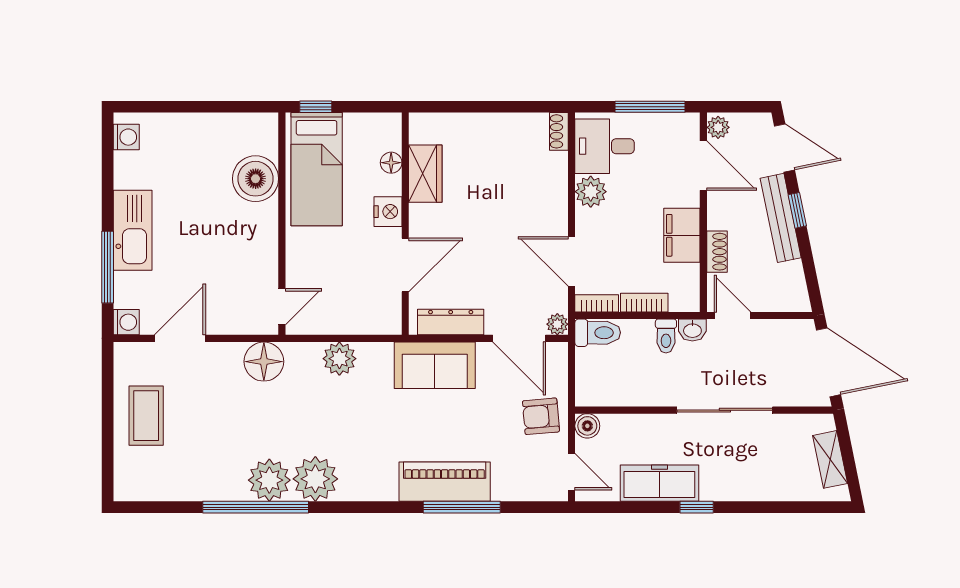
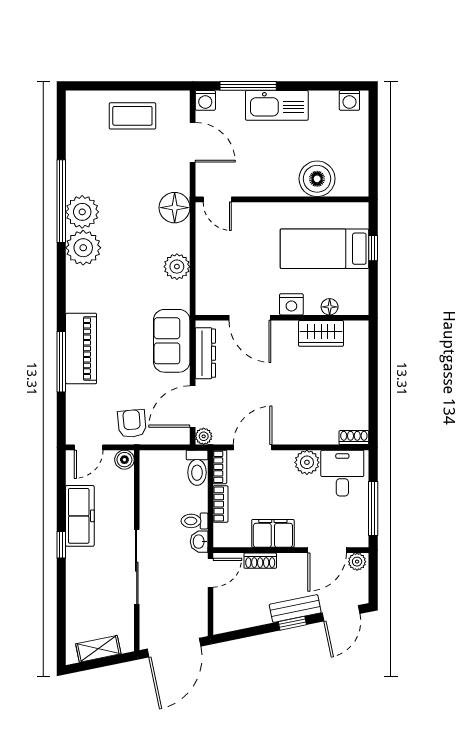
boiler: (256, 179) -> (317, 179), moved
bench: (781, 218) -> (295, 608), width x0.73
wall: (282, 224) -> (282, 199), moved
door: (282, 307) -> (217, 199), moved

